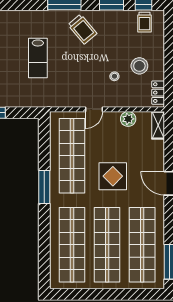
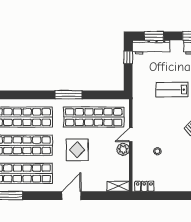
stool: (139, 66) -> (166, 171), removed
door: (94, 109) -> (131, 135), hinge flipped
plant: (128, 119) -> (123, 149), moved

